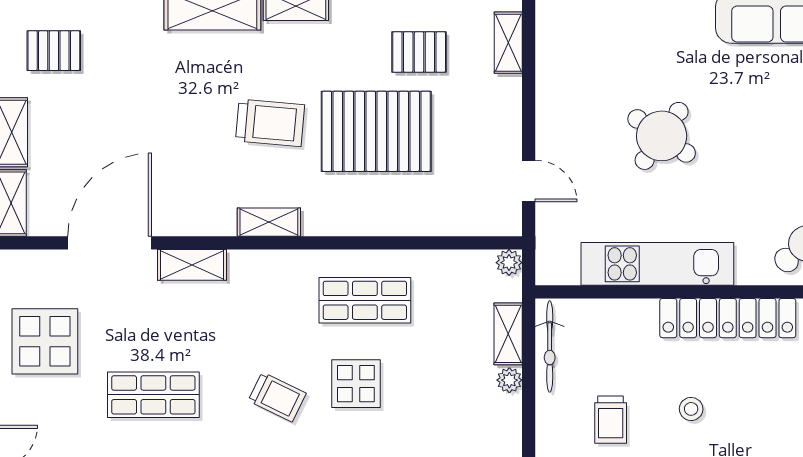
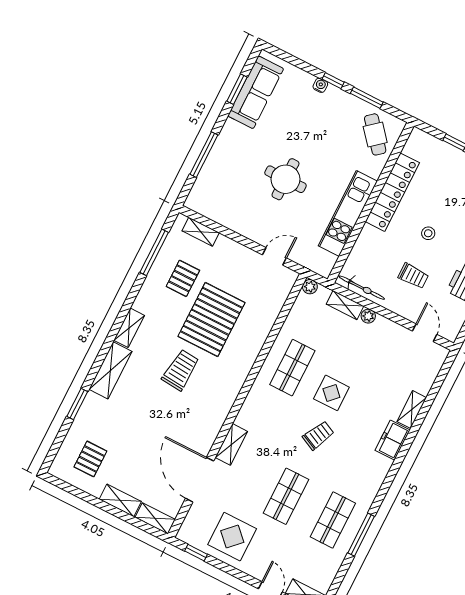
round table: (662, 136) -> (285, 179), turned -35
shelving: (269, 222) -> (229, 396), removed

